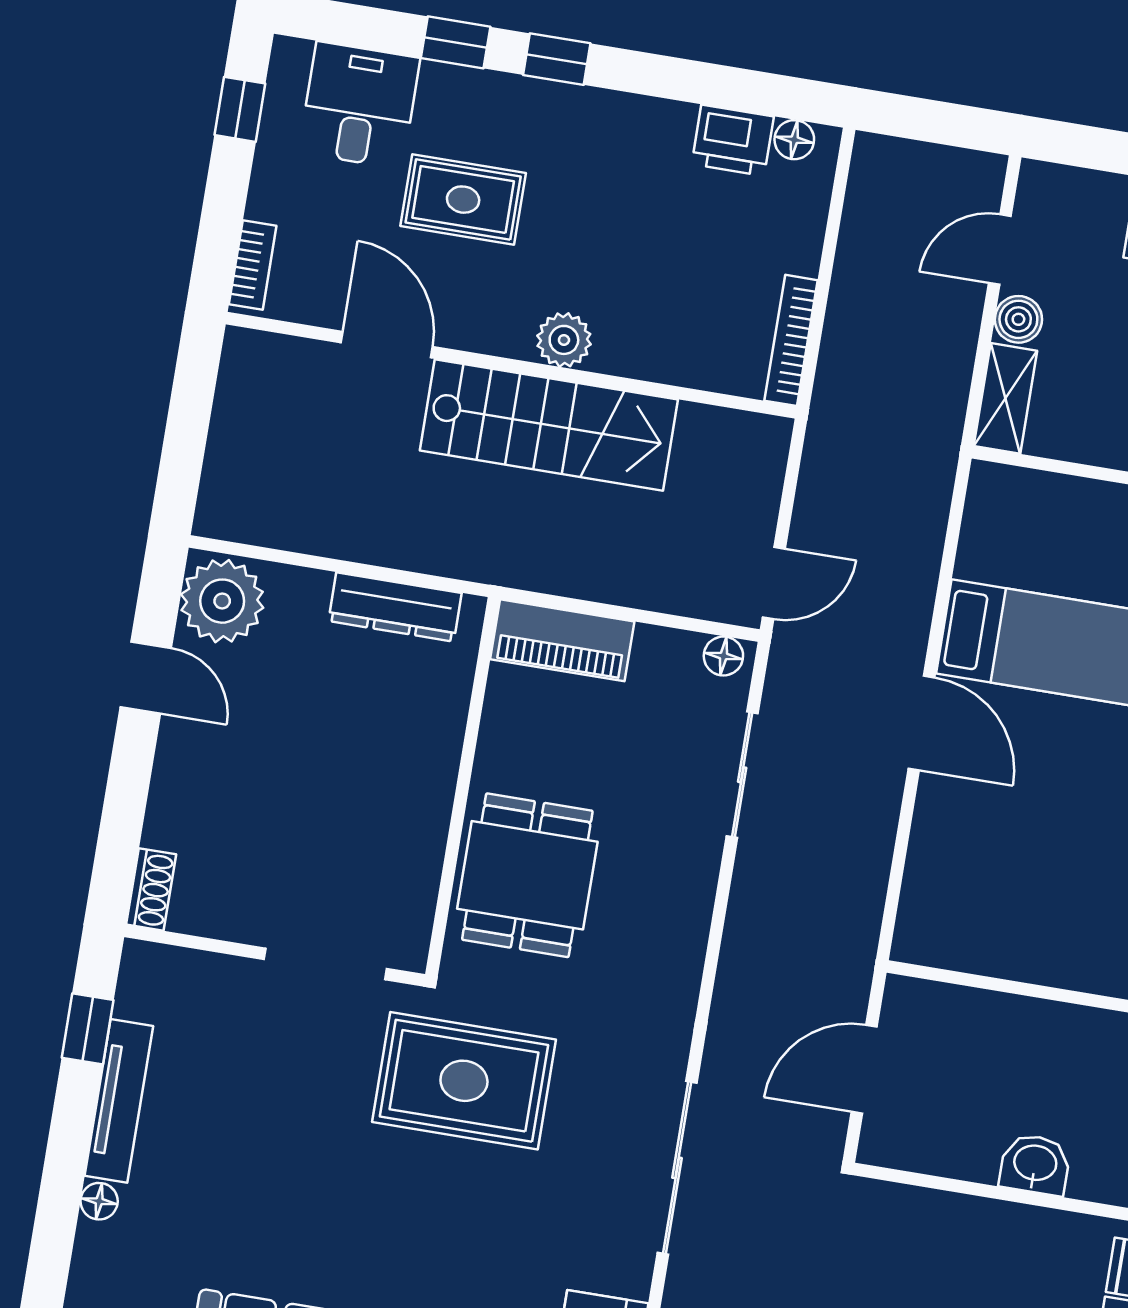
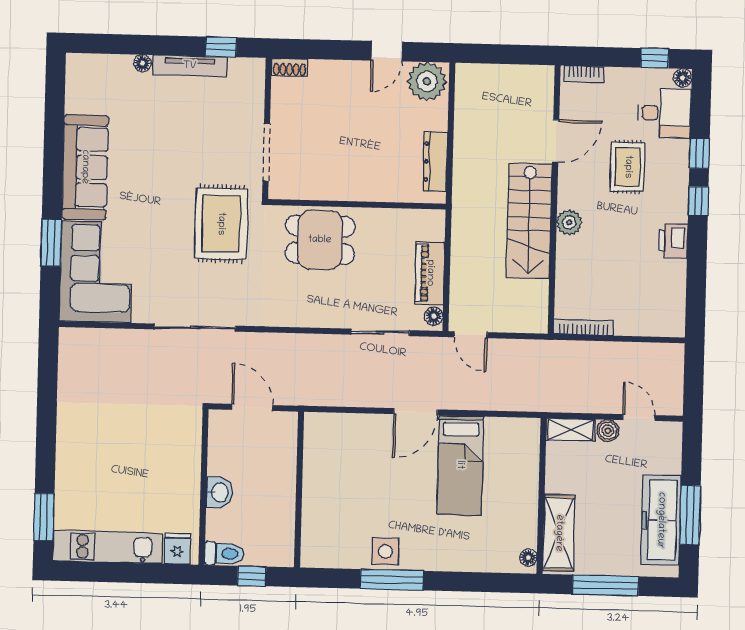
printer: (733, 140) -> (673, 241), moved
floor lamp: (794, 140) -> (683, 78), moved
piano: (562, 640) -> (430, 273), moved

